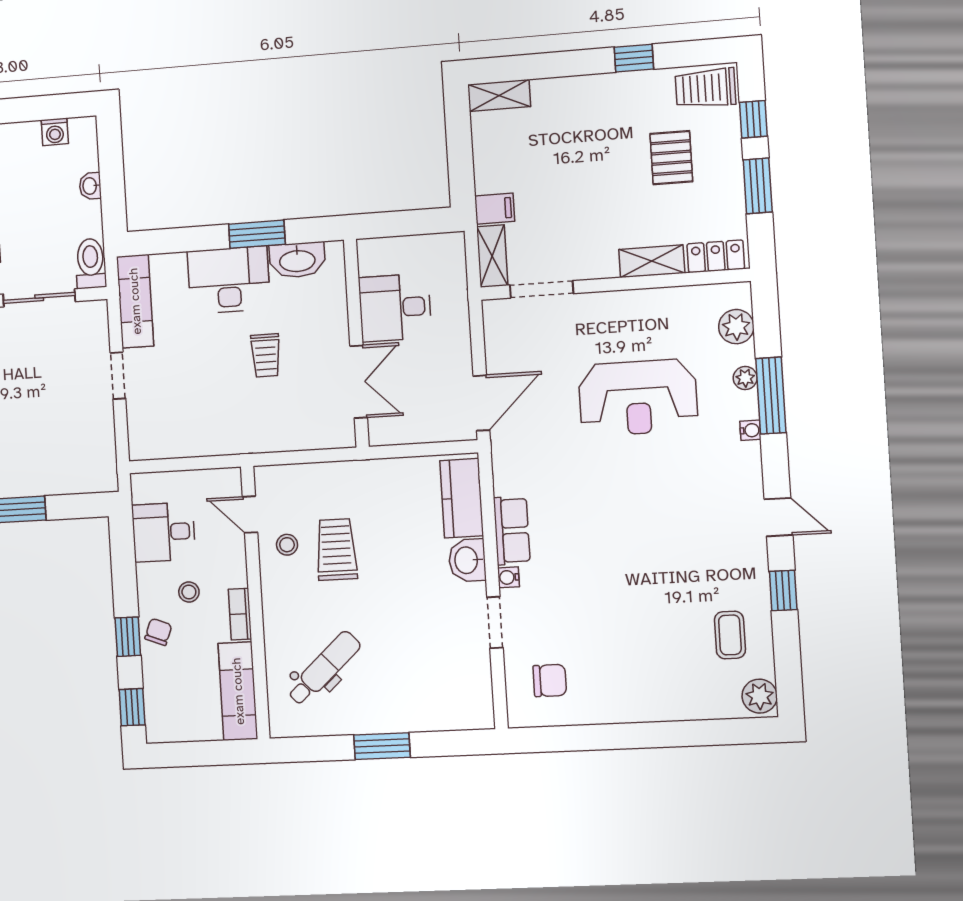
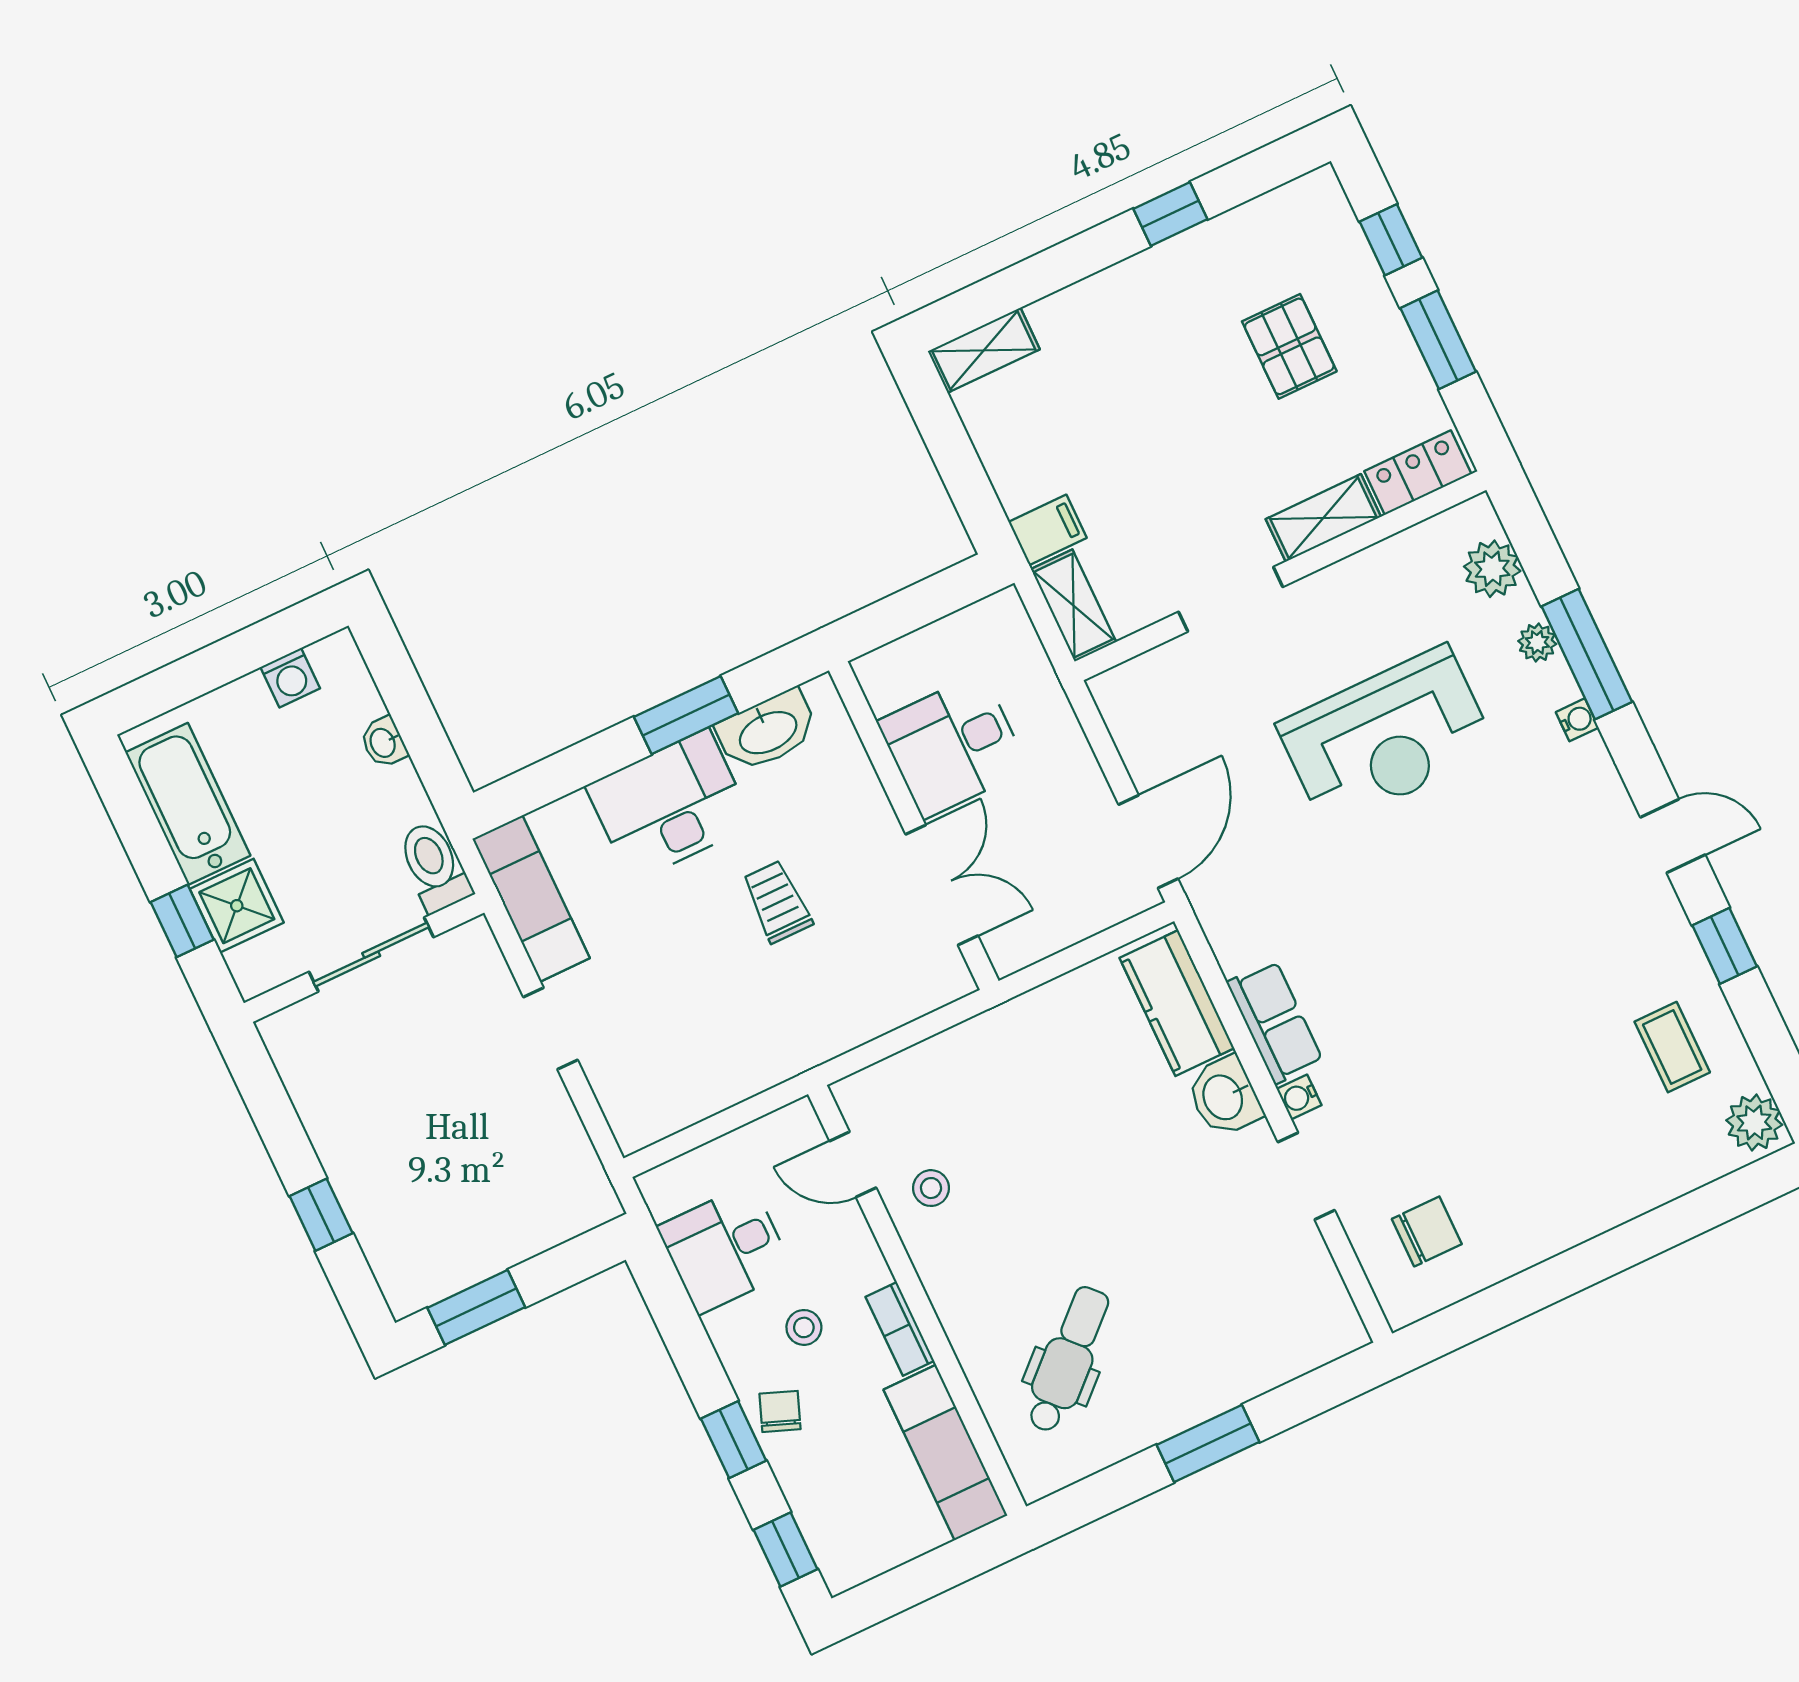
trolley: (705, 88) -> (1299, 219), removed
doorway: (542, 289) -> (1231, 599), moved
trolley: (266, 355) -> (777, 902), turned 180
trolley: (336, 549) -> (1012, 1164), removed

